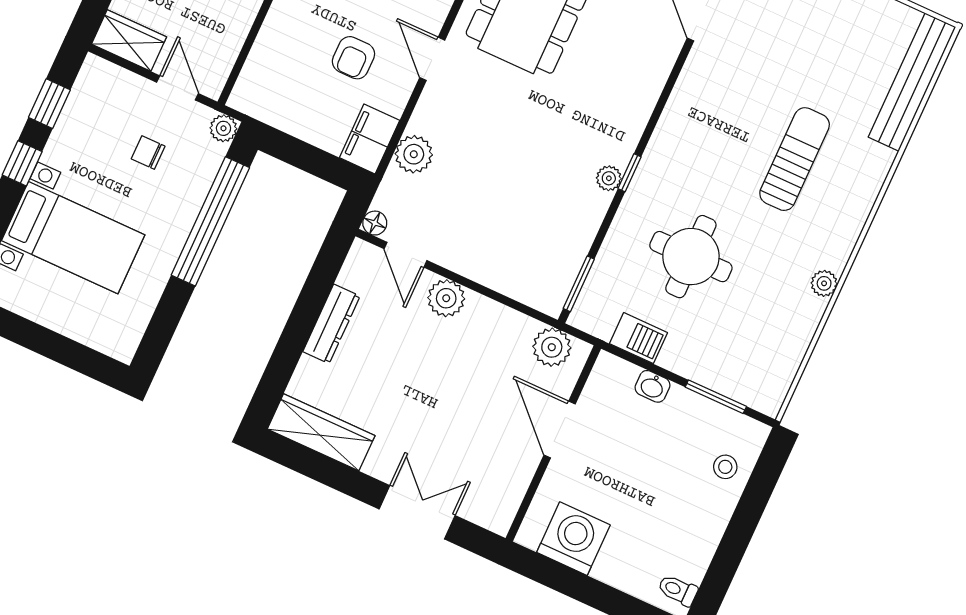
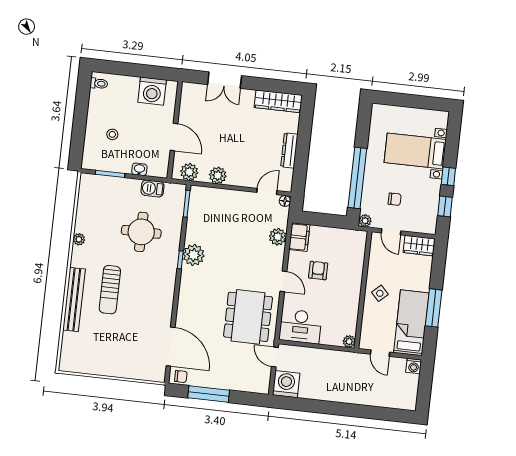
bench: (912, 82) -> (74, 300), moved
plant: (609, 178) -> (194, 255), width x1.87, depth x1.87
door: (405, 255) -> (267, 191), hinge flipped
plant: (446, 298) -> (218, 175), moved
stool: (725, 467) -> (112, 134), moved

